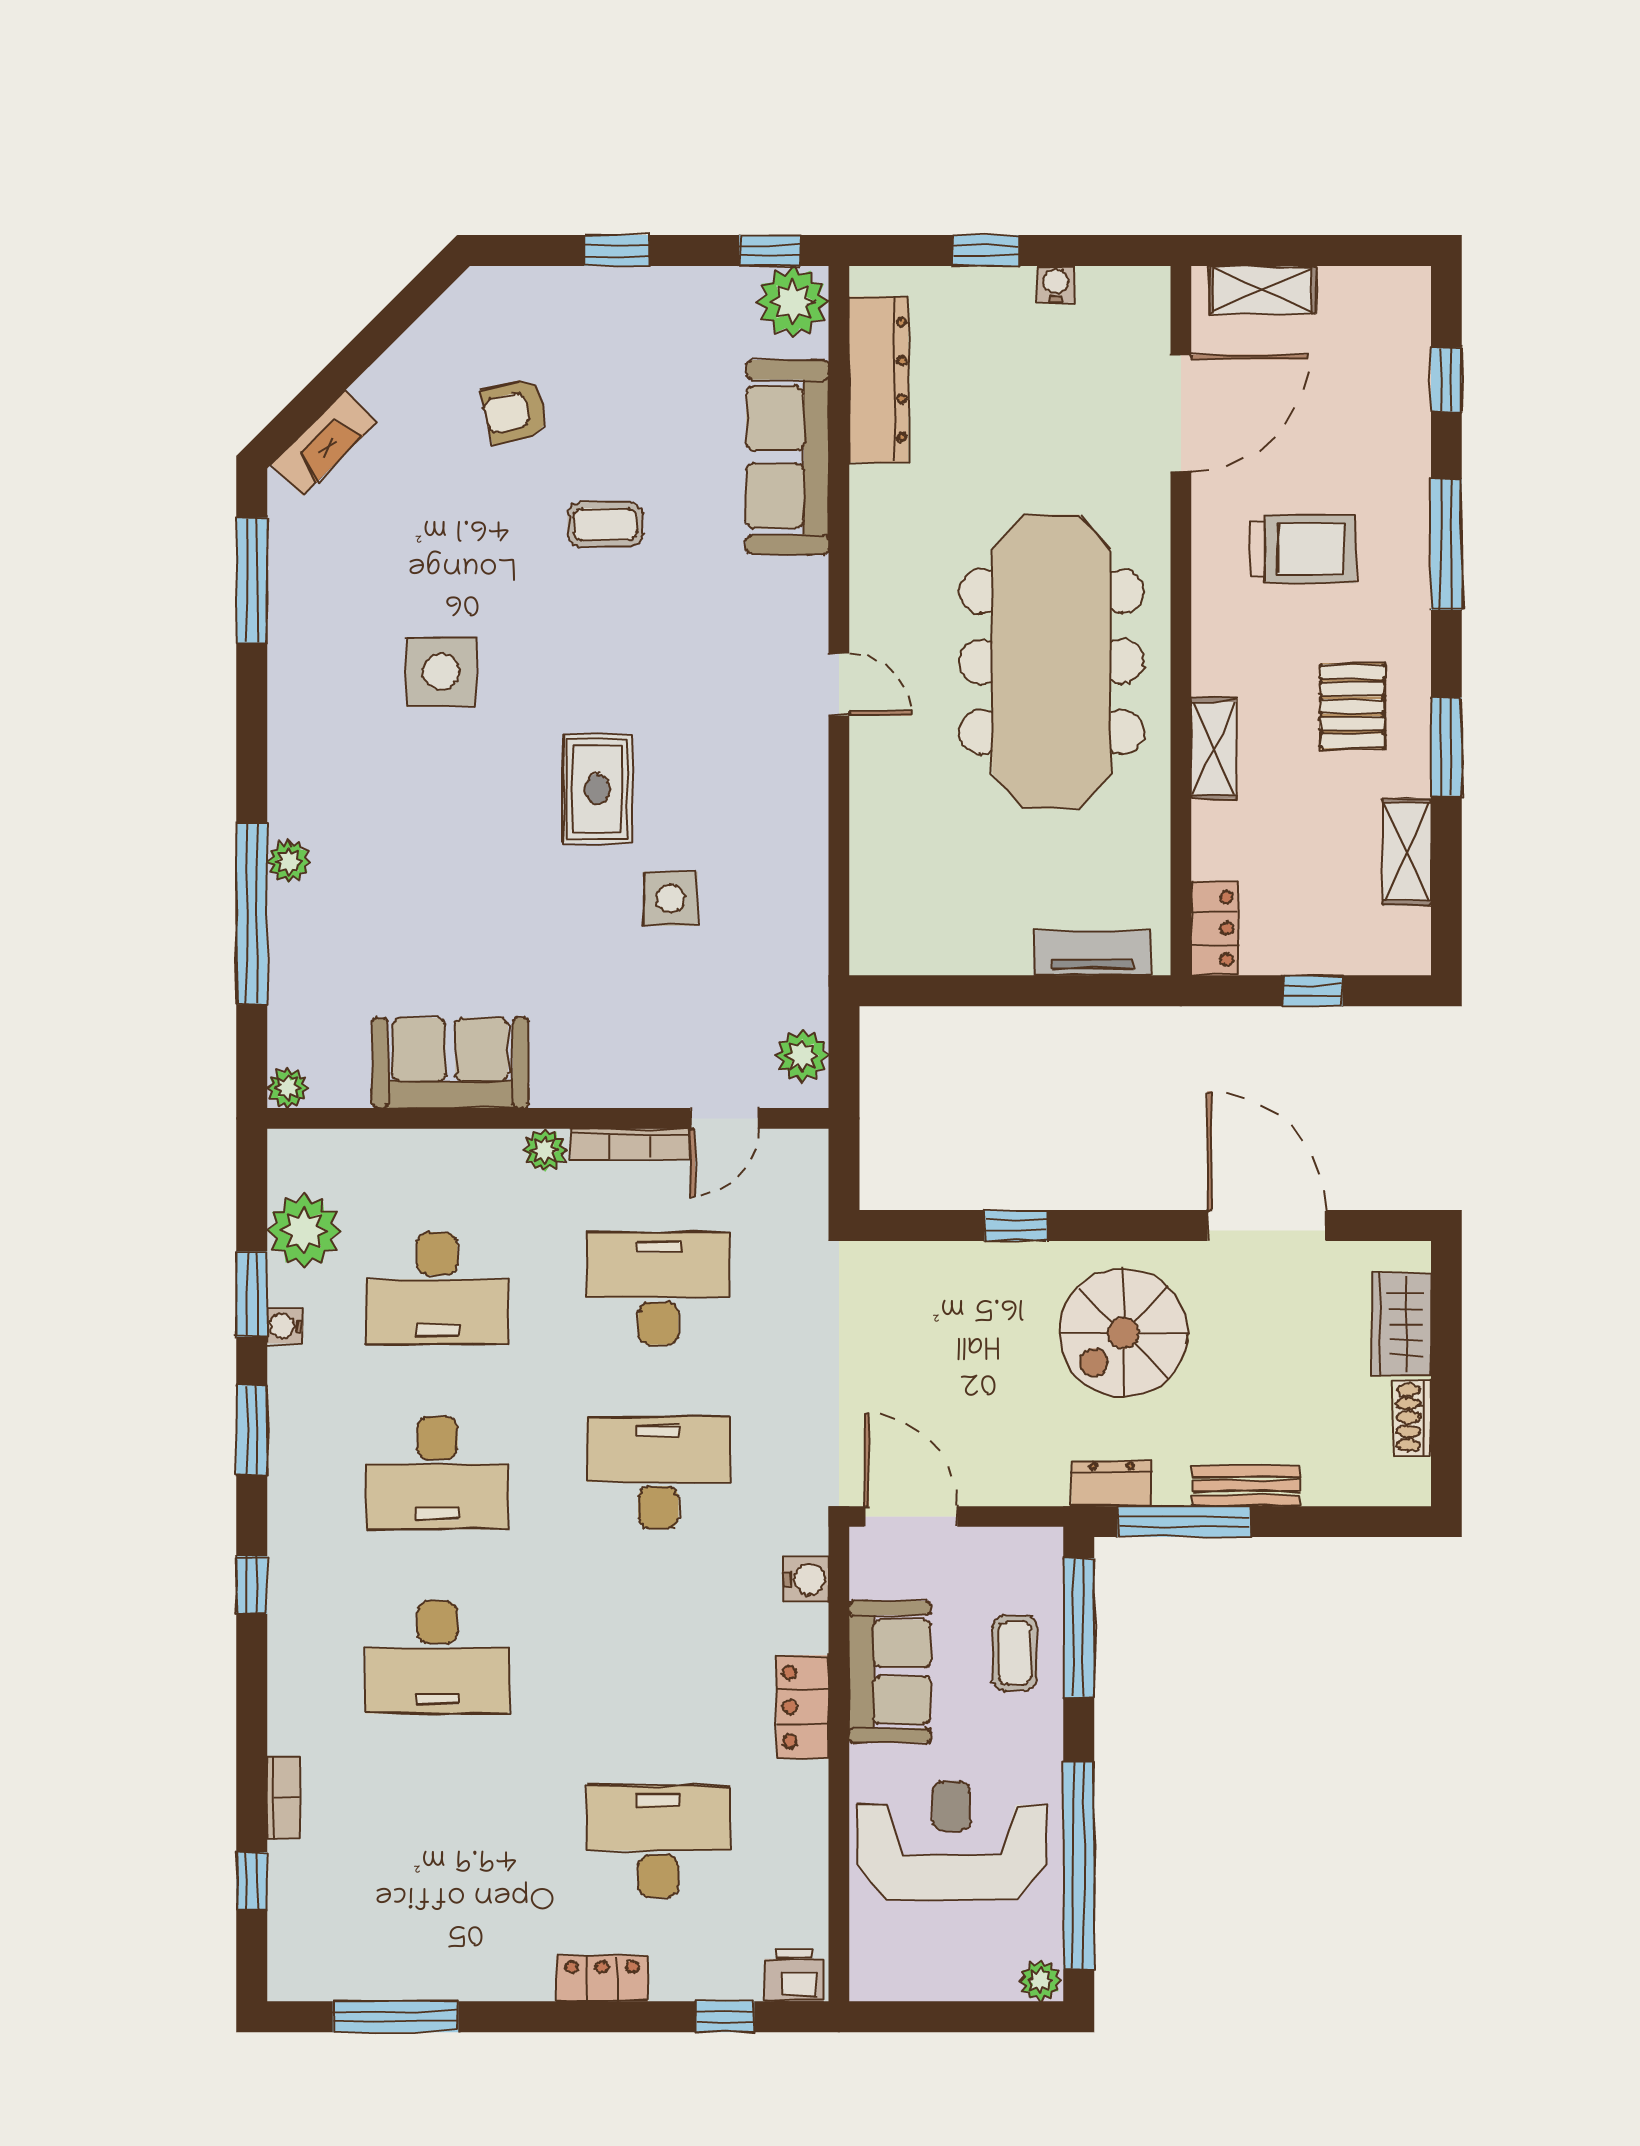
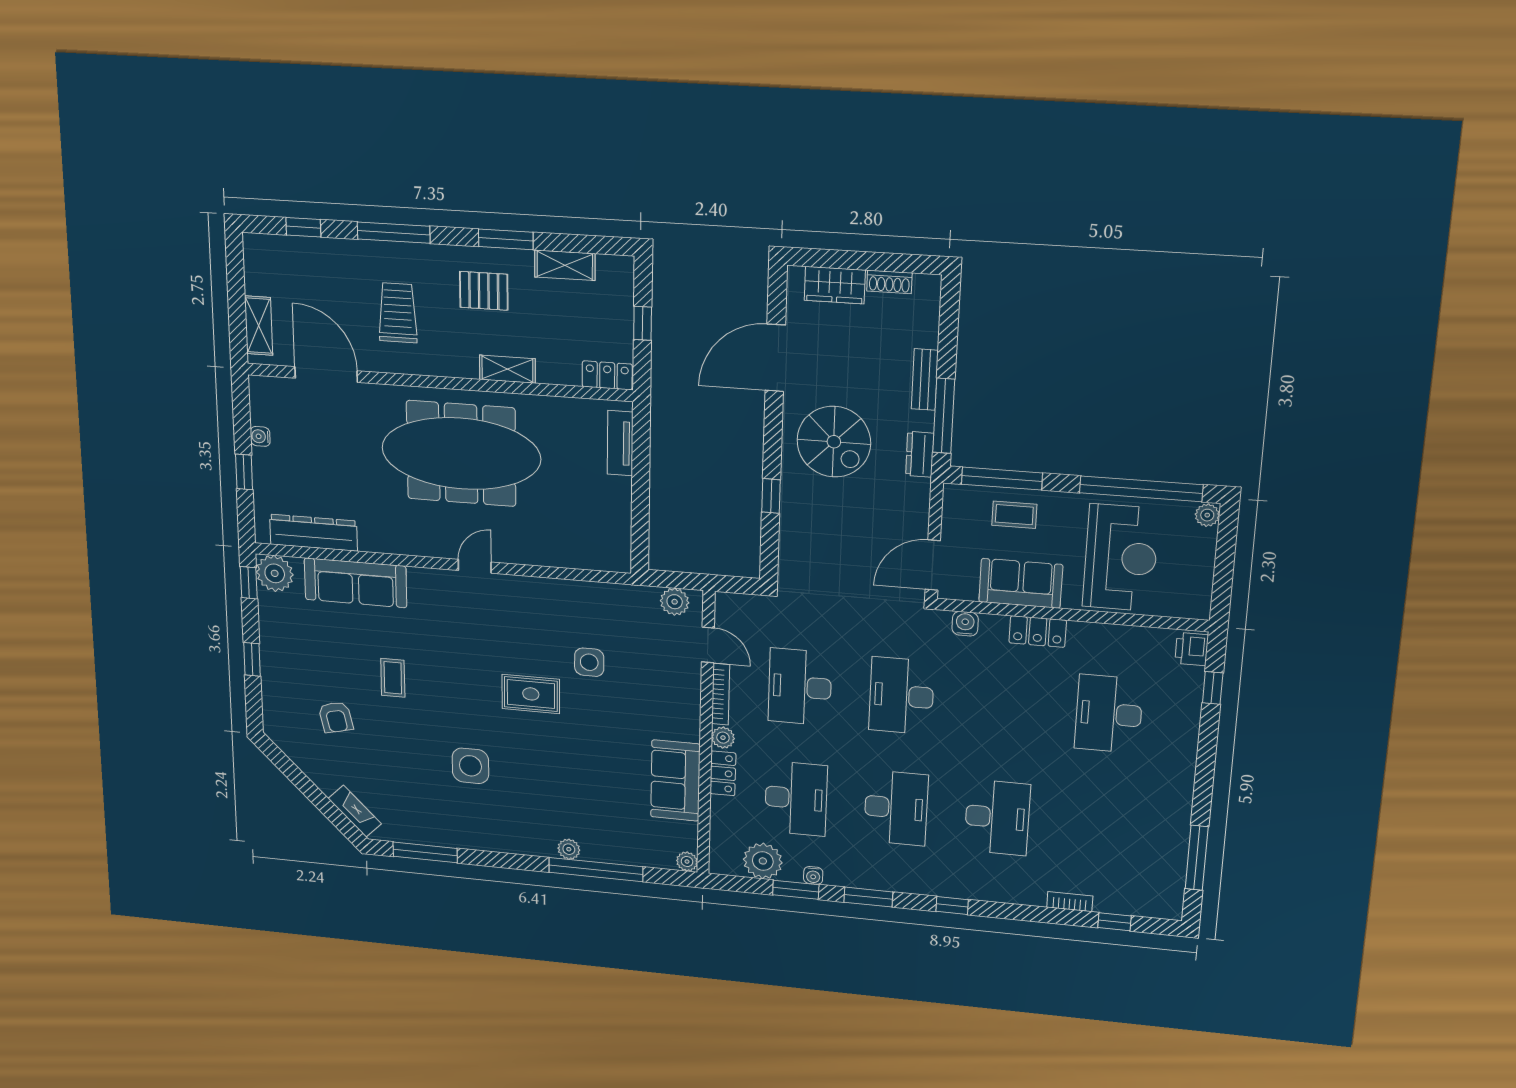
reception desk: (952, 1841) -> (1121, 558), turned 180
locker: (602, 1978) -> (723, 773), moved, turned 180

